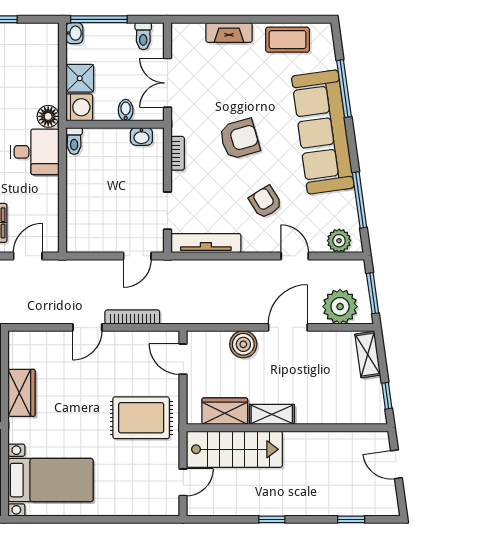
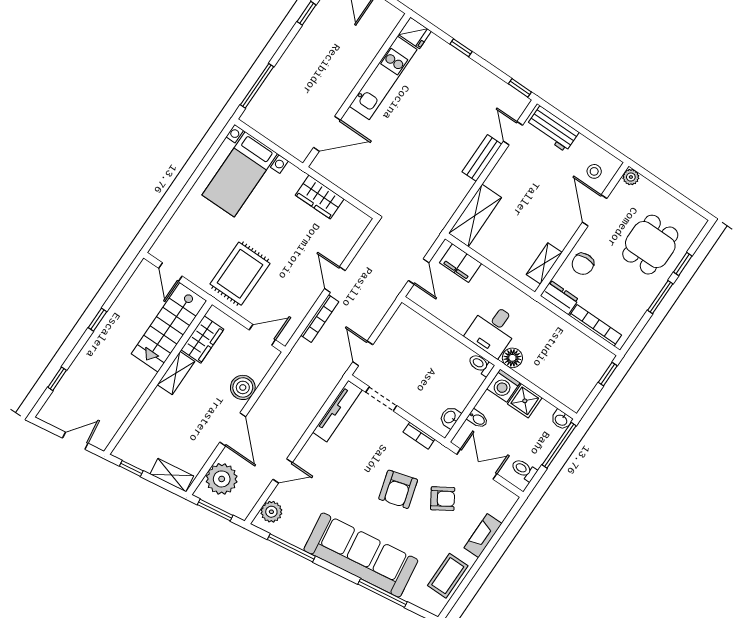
armchair: (265, 202) -> (443, 499), moved

